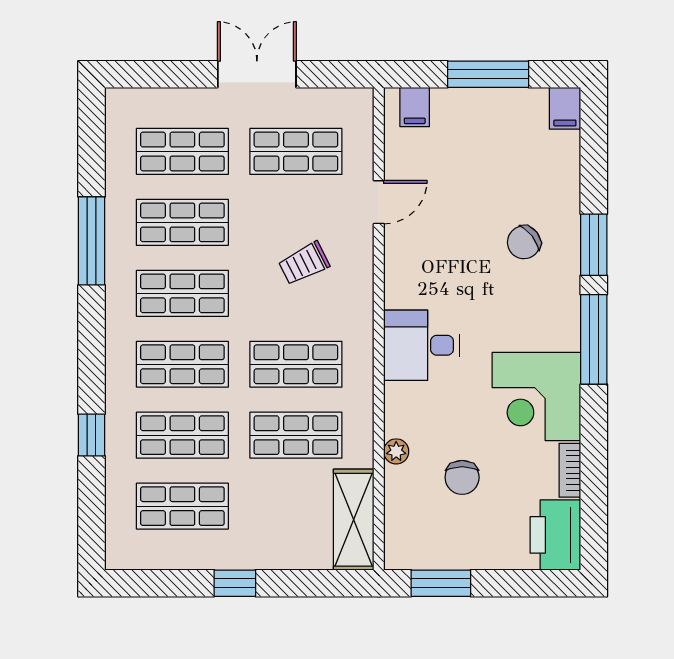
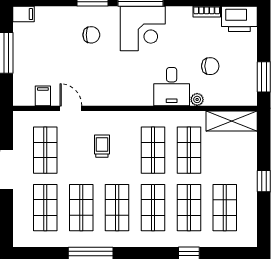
filing cabinet: (415, 107) -> (43, 96), moved, turned -90
chair: (524, 242) -> (91, 35), turned -52
trolley: (304, 263) -> (102, 146), turned -153
desk: (422, 345) -> (172, 87), moved
corner desk: (536, 397) -> (143, 29), moved

